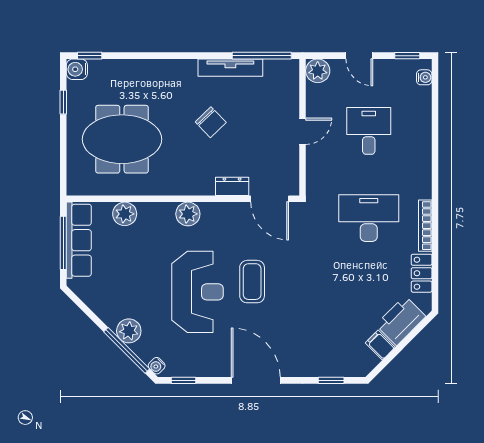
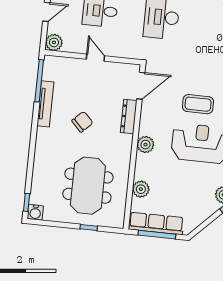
window: (63, 102) -> (89, 228), moved
dresser: (232, 186) -> (129, 116), width x1.44

